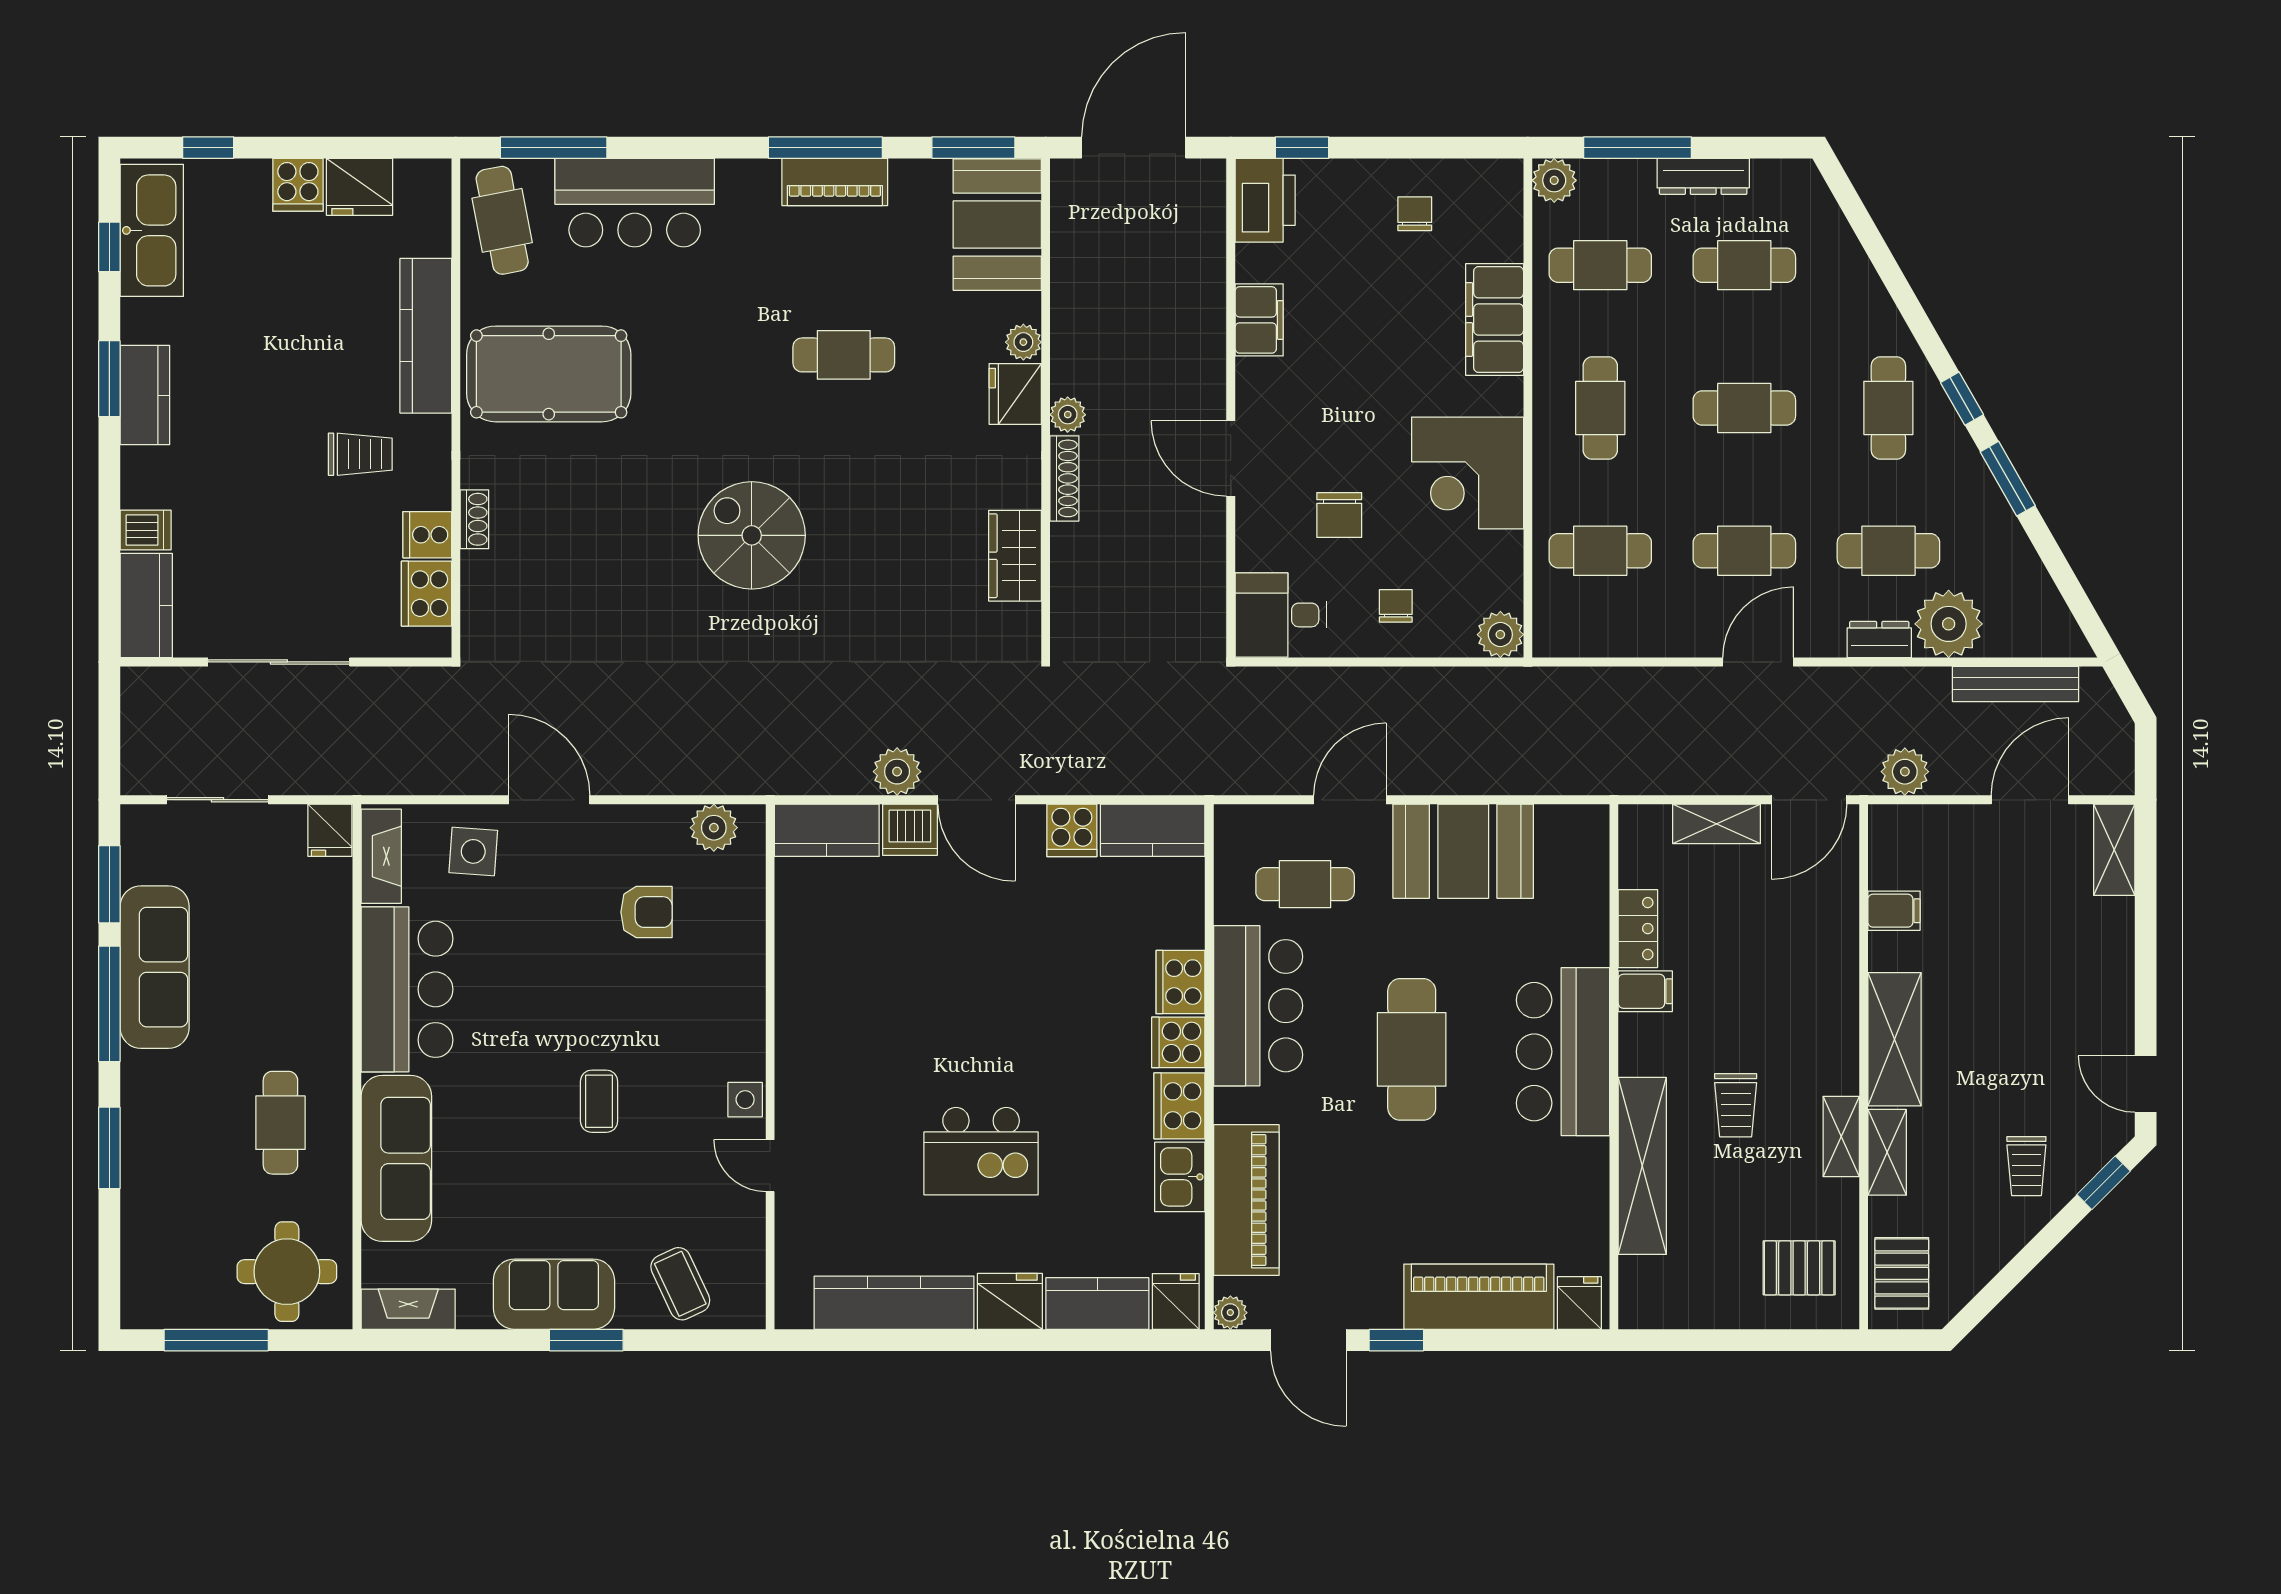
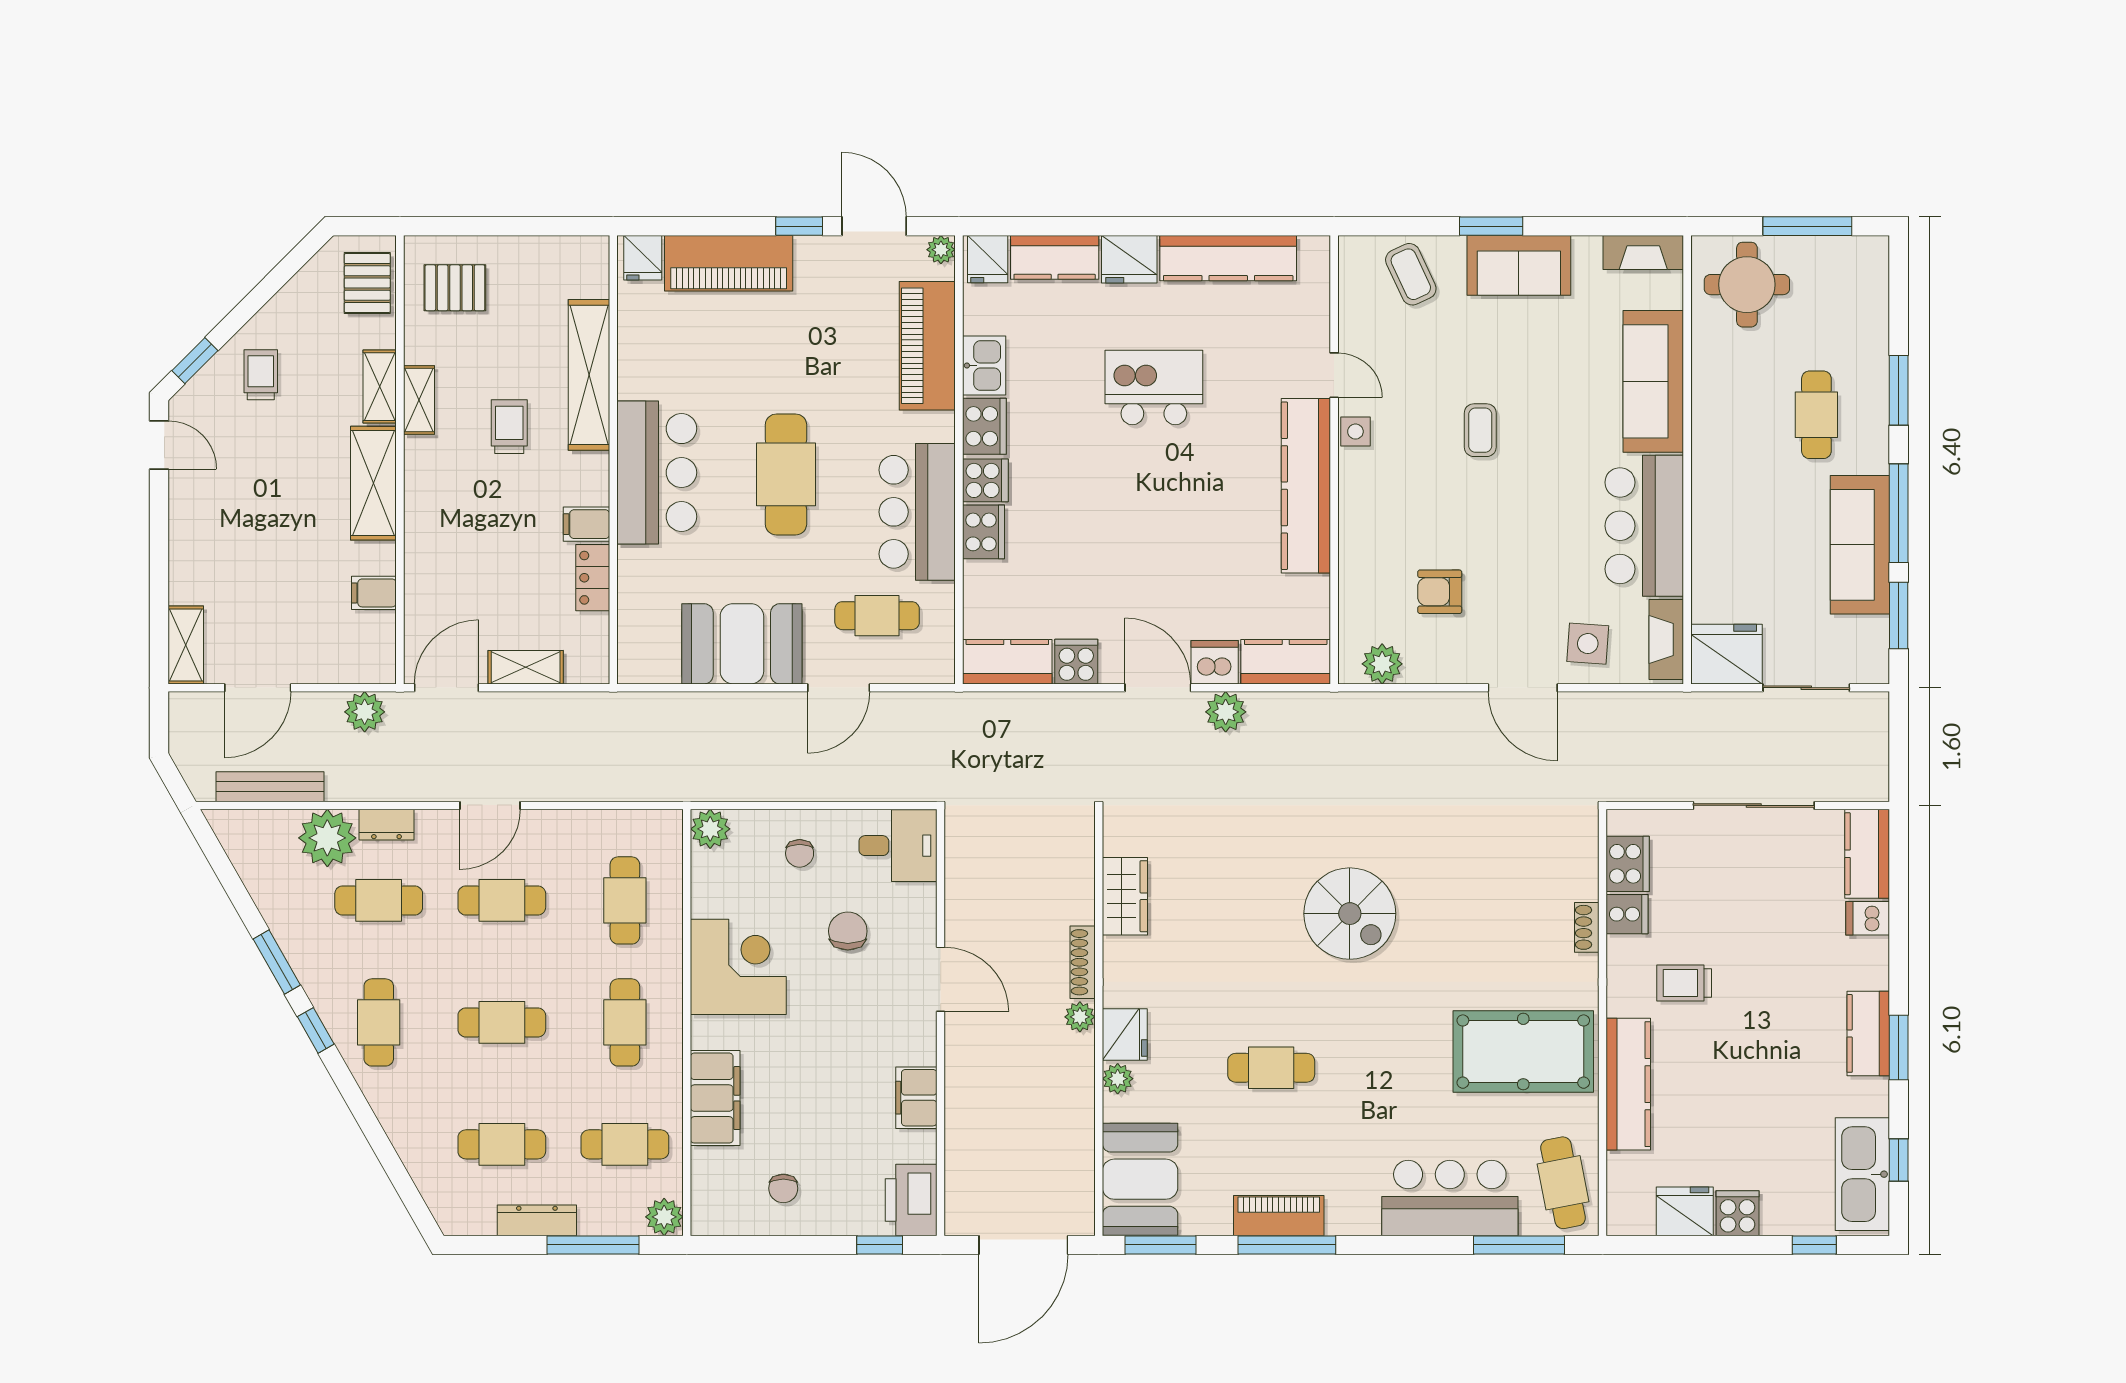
cafe table: (1600, 551) -> (625, 900), turned 90
fridge: (330, 830) -> (1727, 654), width x1.88, depth x1.34
kitchen counter: (803, 1036) -> (1306, 486), added
cafe table: (280, 1123) -> (1816, 415), moved

